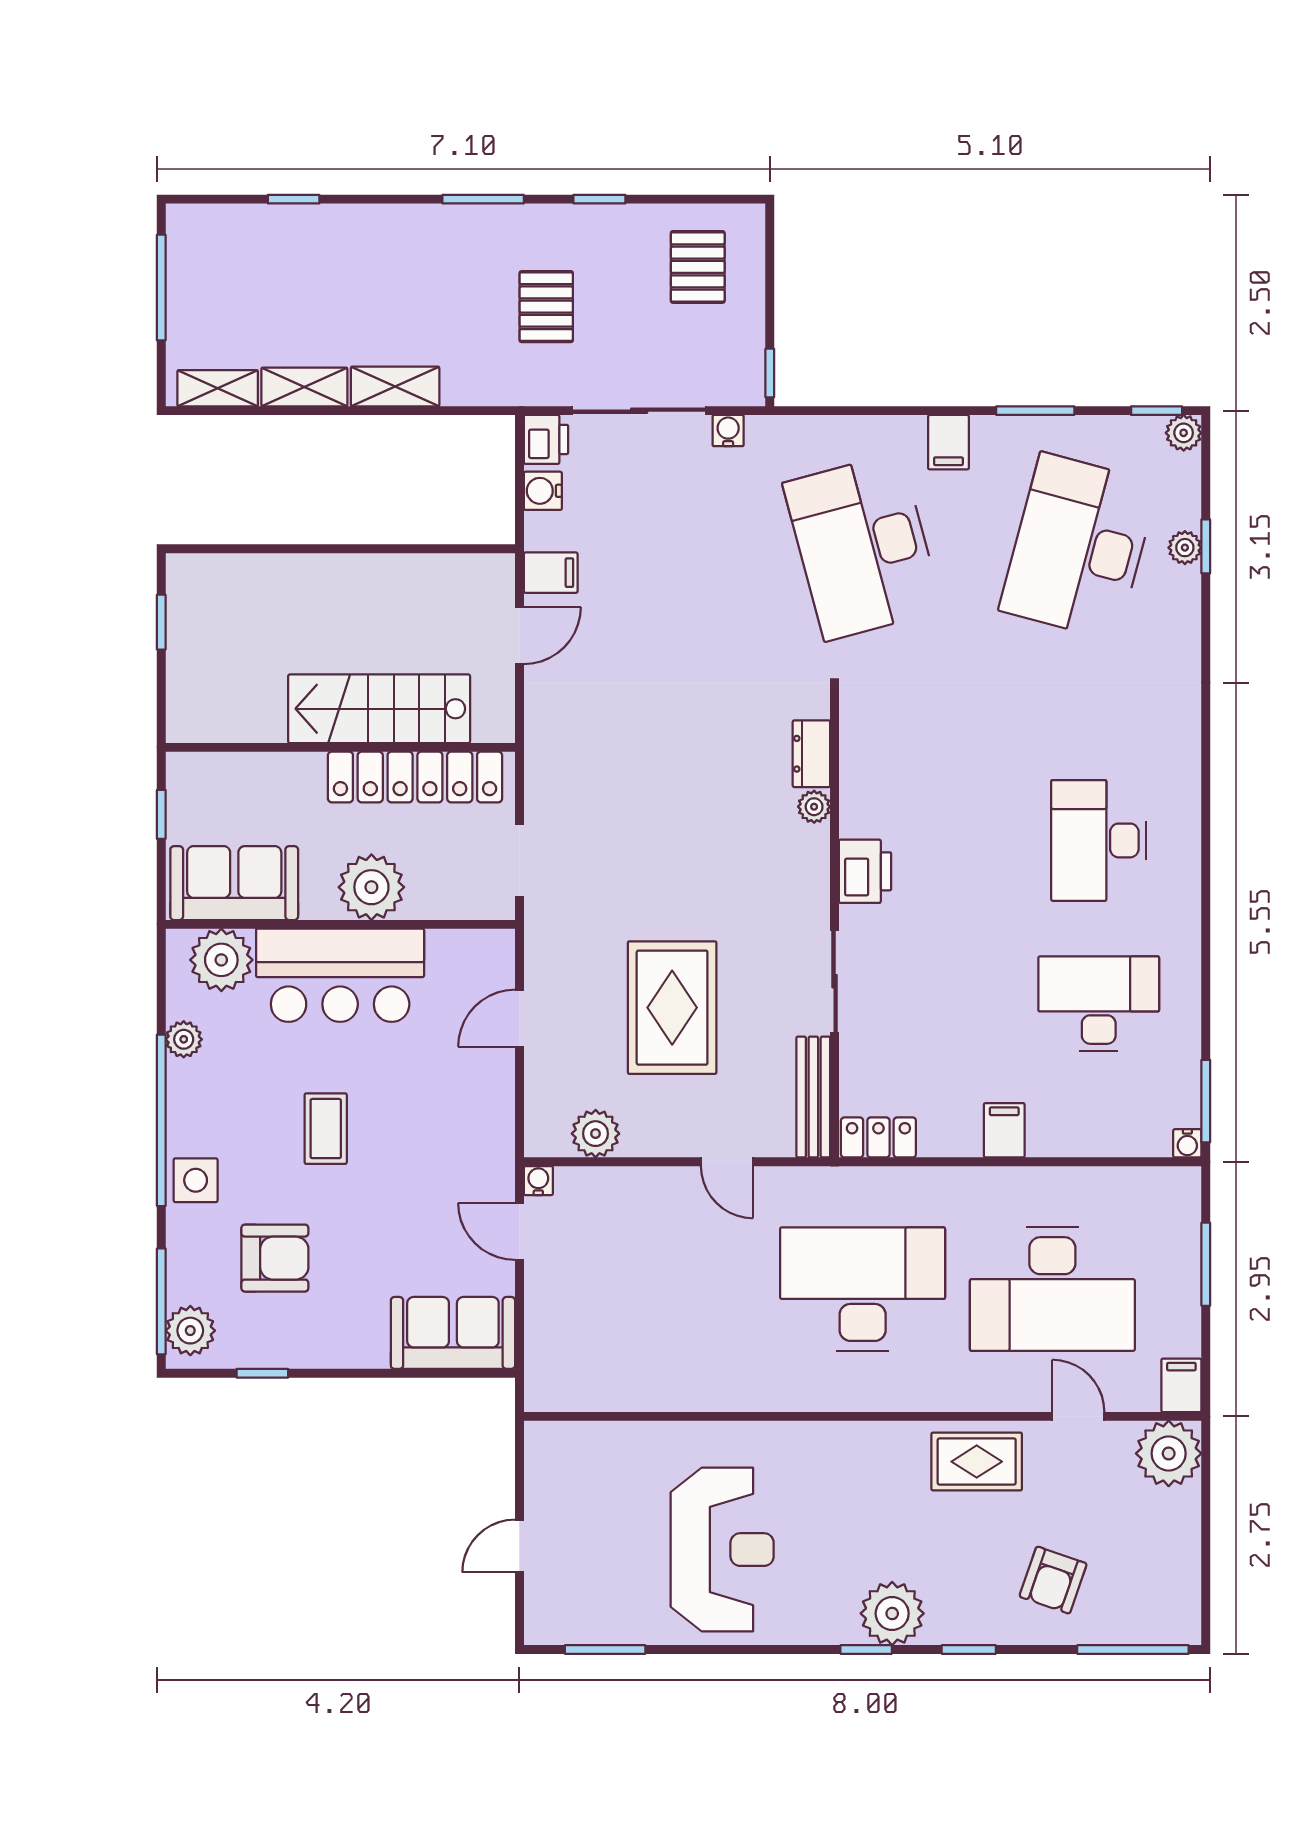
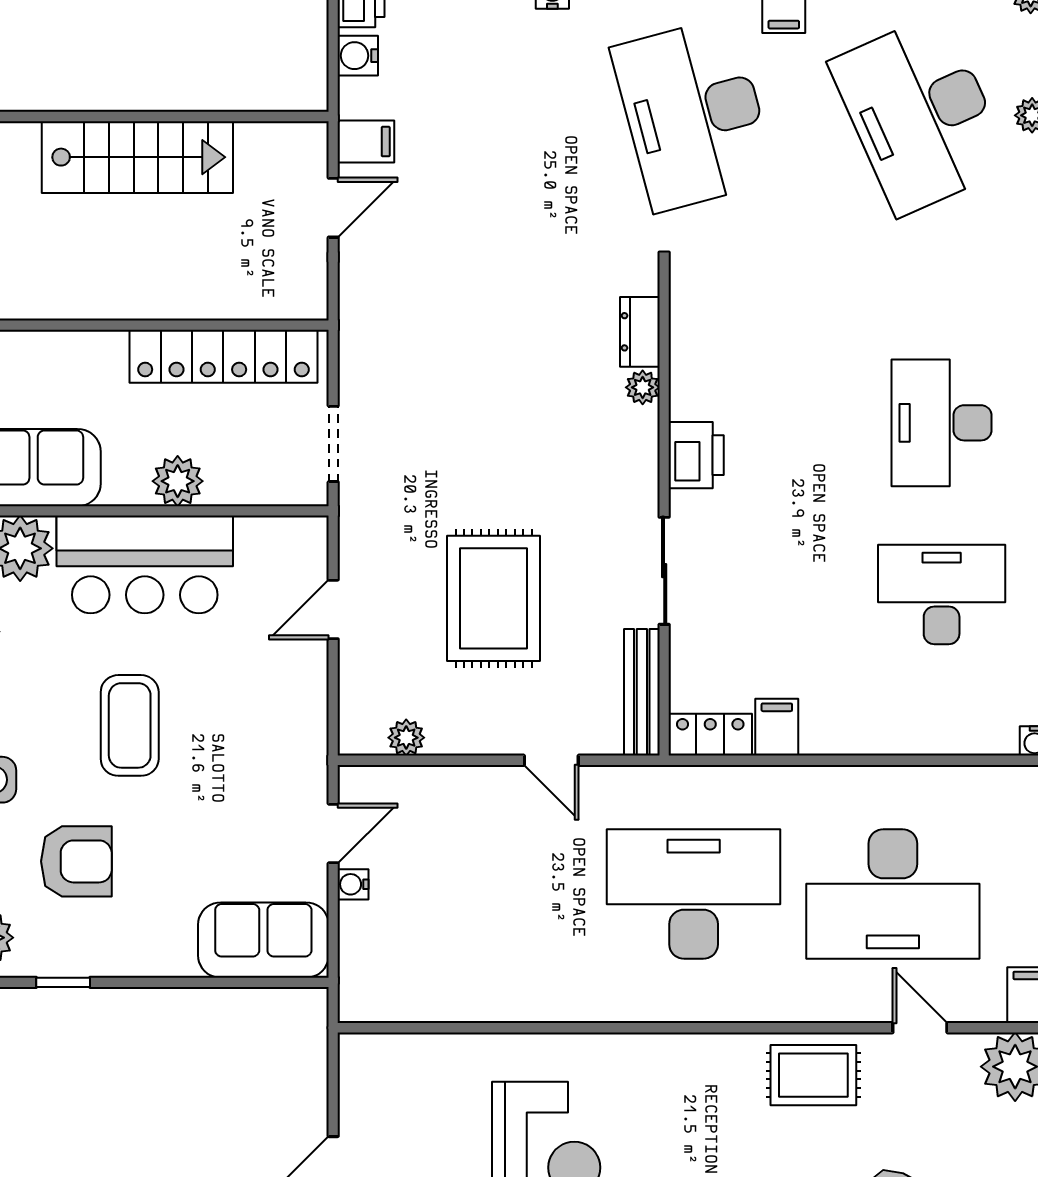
desk: (1079, 547) -> (920, 114), turned -39
stairs: (379, 709) -> (137, 157), moved, turned 180
plant: (371, 887) -> (178, 481), width x0.73, depth x0.73
coffee table: (326, 1129) -> (130, 725), width x1.36, depth x1.30
filing cabinet: (1004, 1130) -> (777, 727), moved
plant: (596, 1134) -> (406, 738), width x0.73, depth x0.73
water cooler: (538, 1181) -> (353, 884), moved, turned -90
door: (519, 1231) -> (333, 833), swing flipped

